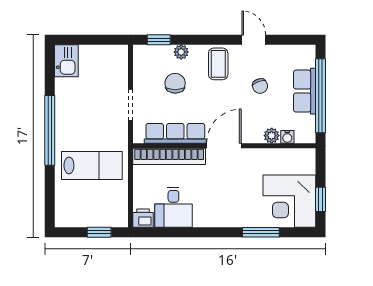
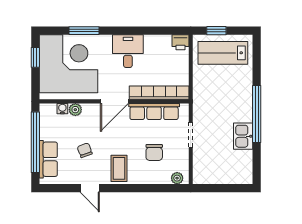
window: (159, 40) -> (168, 188), removed
plant: (181, 52) -> (177, 178), moved
kitchen sink: (66, 61) -> (243, 136), moved
row of seats: (305, 91) -> (48, 159), moved
lab bench: (92, 165) -> (223, 53), moved
corner desk: (289, 201) -> (68, 64), width x1.36, depth x1.36
desk: (173, 207) -> (128, 51), moved

